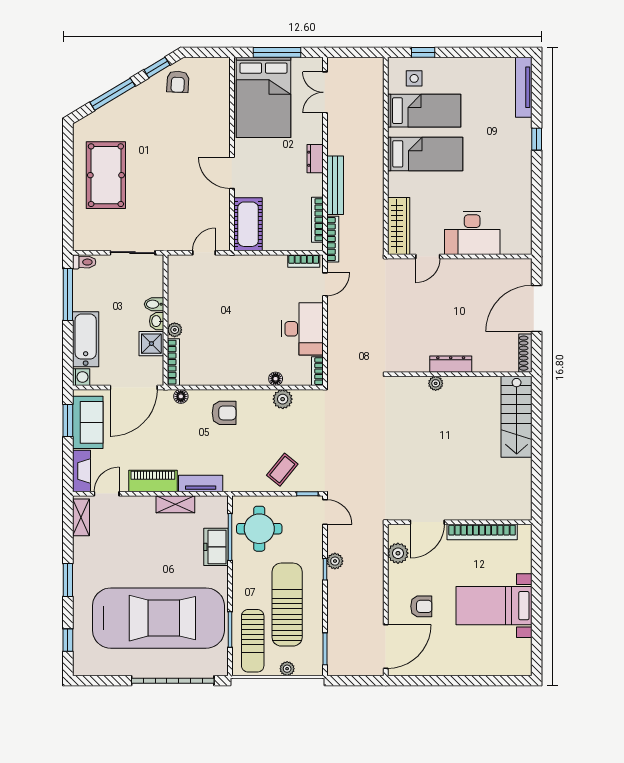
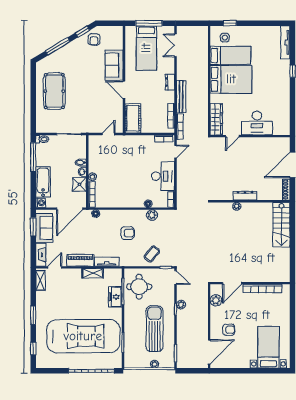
bed: (263, 97) -> (146, 48), width x0.67
sofa: (214, 128) -> (114, 65), added
bed: (425, 154) -> (231, 79), width x1.50
armchair: (224, 413) -> (128, 233), moved
bed with nightstands: (494, 606) -> (268, 347), moved, turned 90
sun lounger: (253, 641) -> (135, 349), removed

